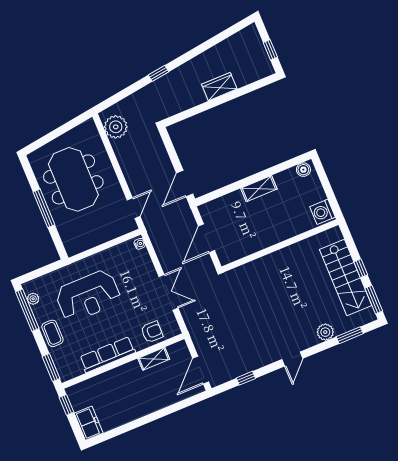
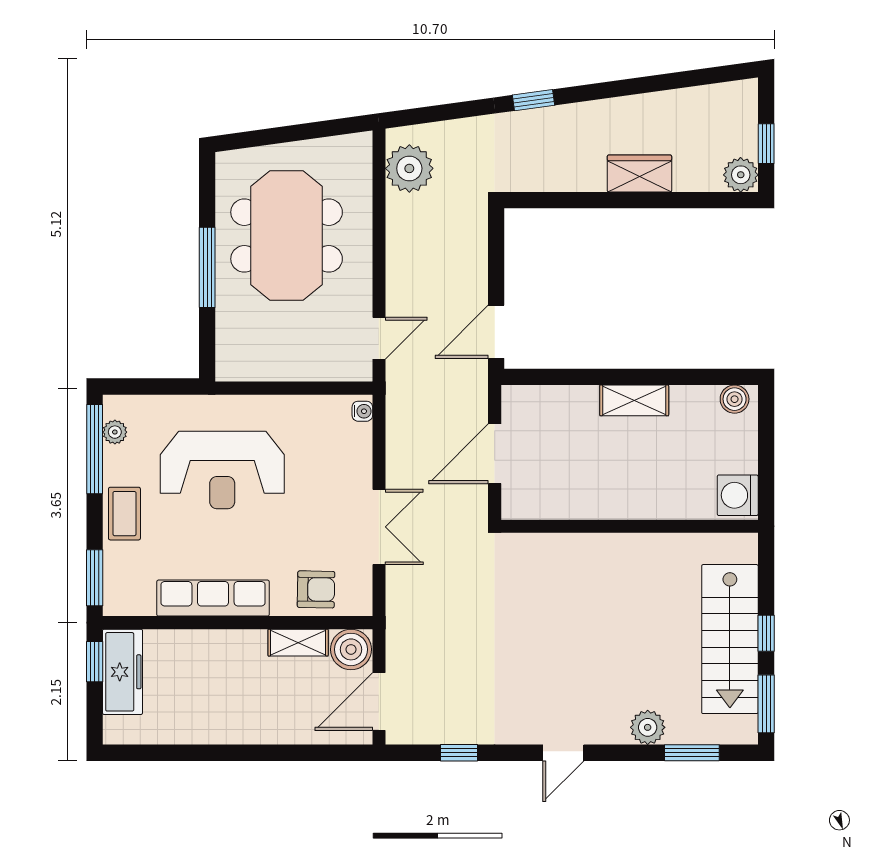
plant: (265, 68) -> (741, 175), added
boiler: (179, 352) -> (351, 649), added
freezer: (89, 423) -> (122, 672), moved, width x1.40

